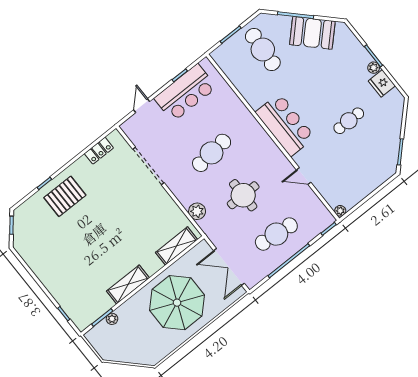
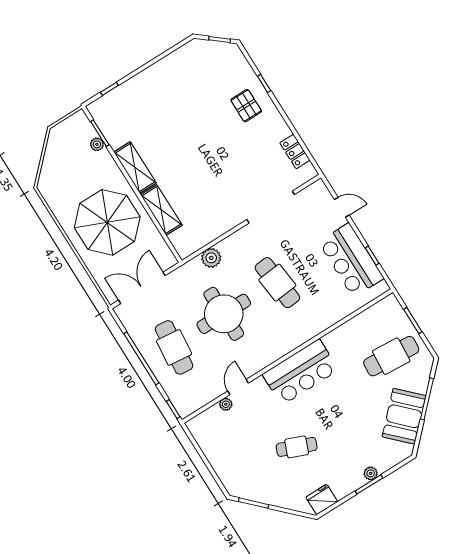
plant: (374, 68) -> (371, 473), moved
fridge: (382, 83) -> (322, 499), moved
cafe table: (349, 121) -> (297, 447), turned -68
round table: (243, 195) -> (224, 314), width x1.36, depth x1.36
pallet: (65, 196) -> (246, 106), width x0.67, depth x0.71
plant: (340, 211) -> (226, 404), moved
shelving: (176, 246) -> (161, 210), moved

